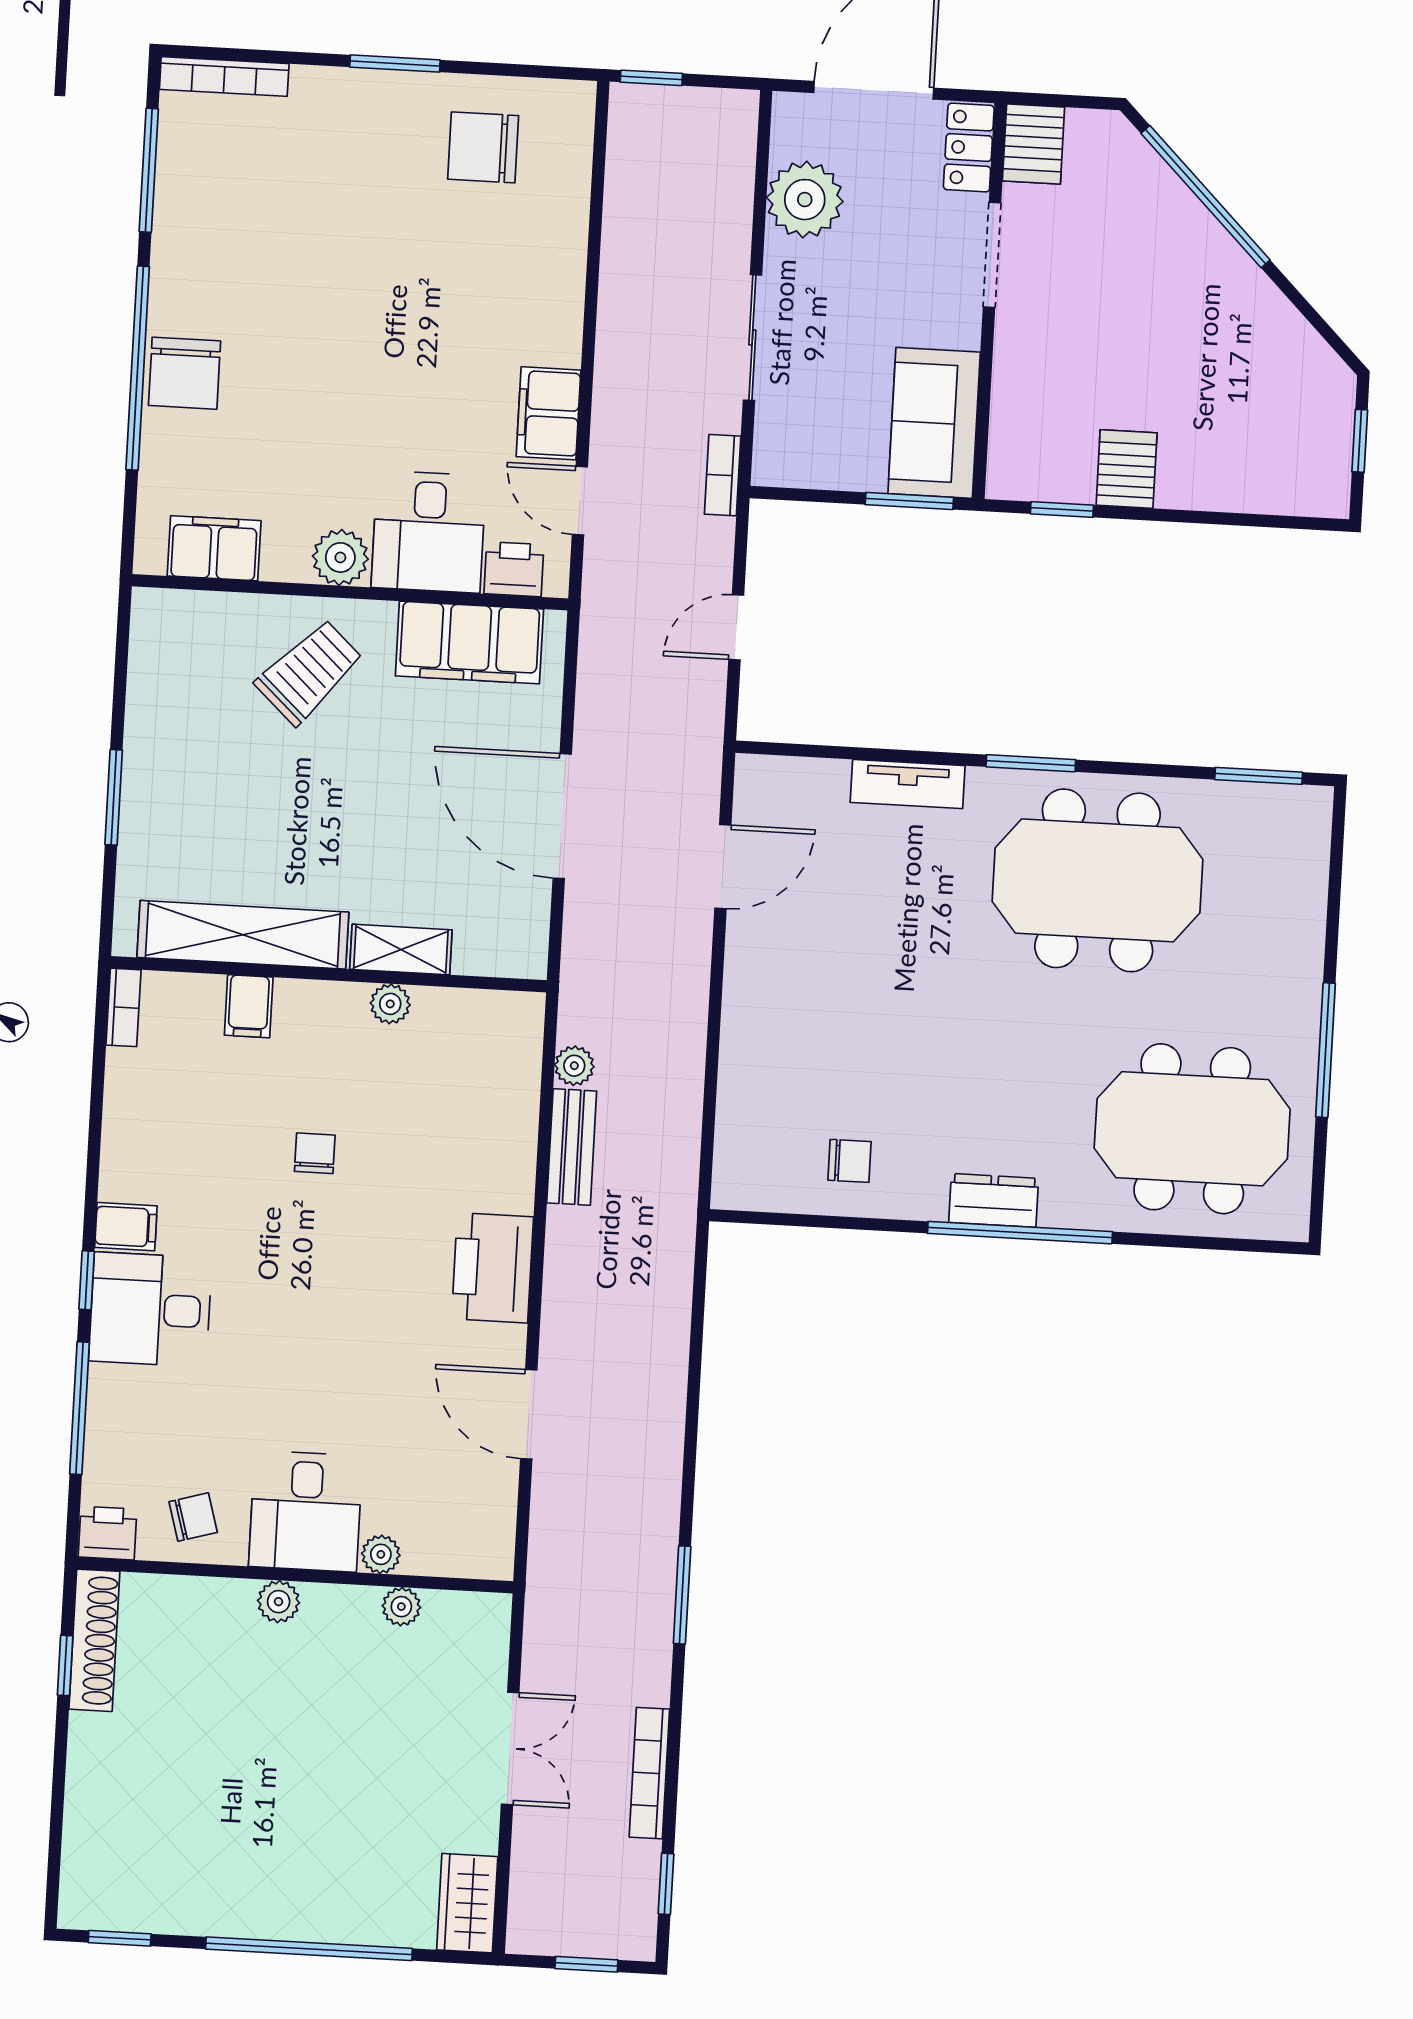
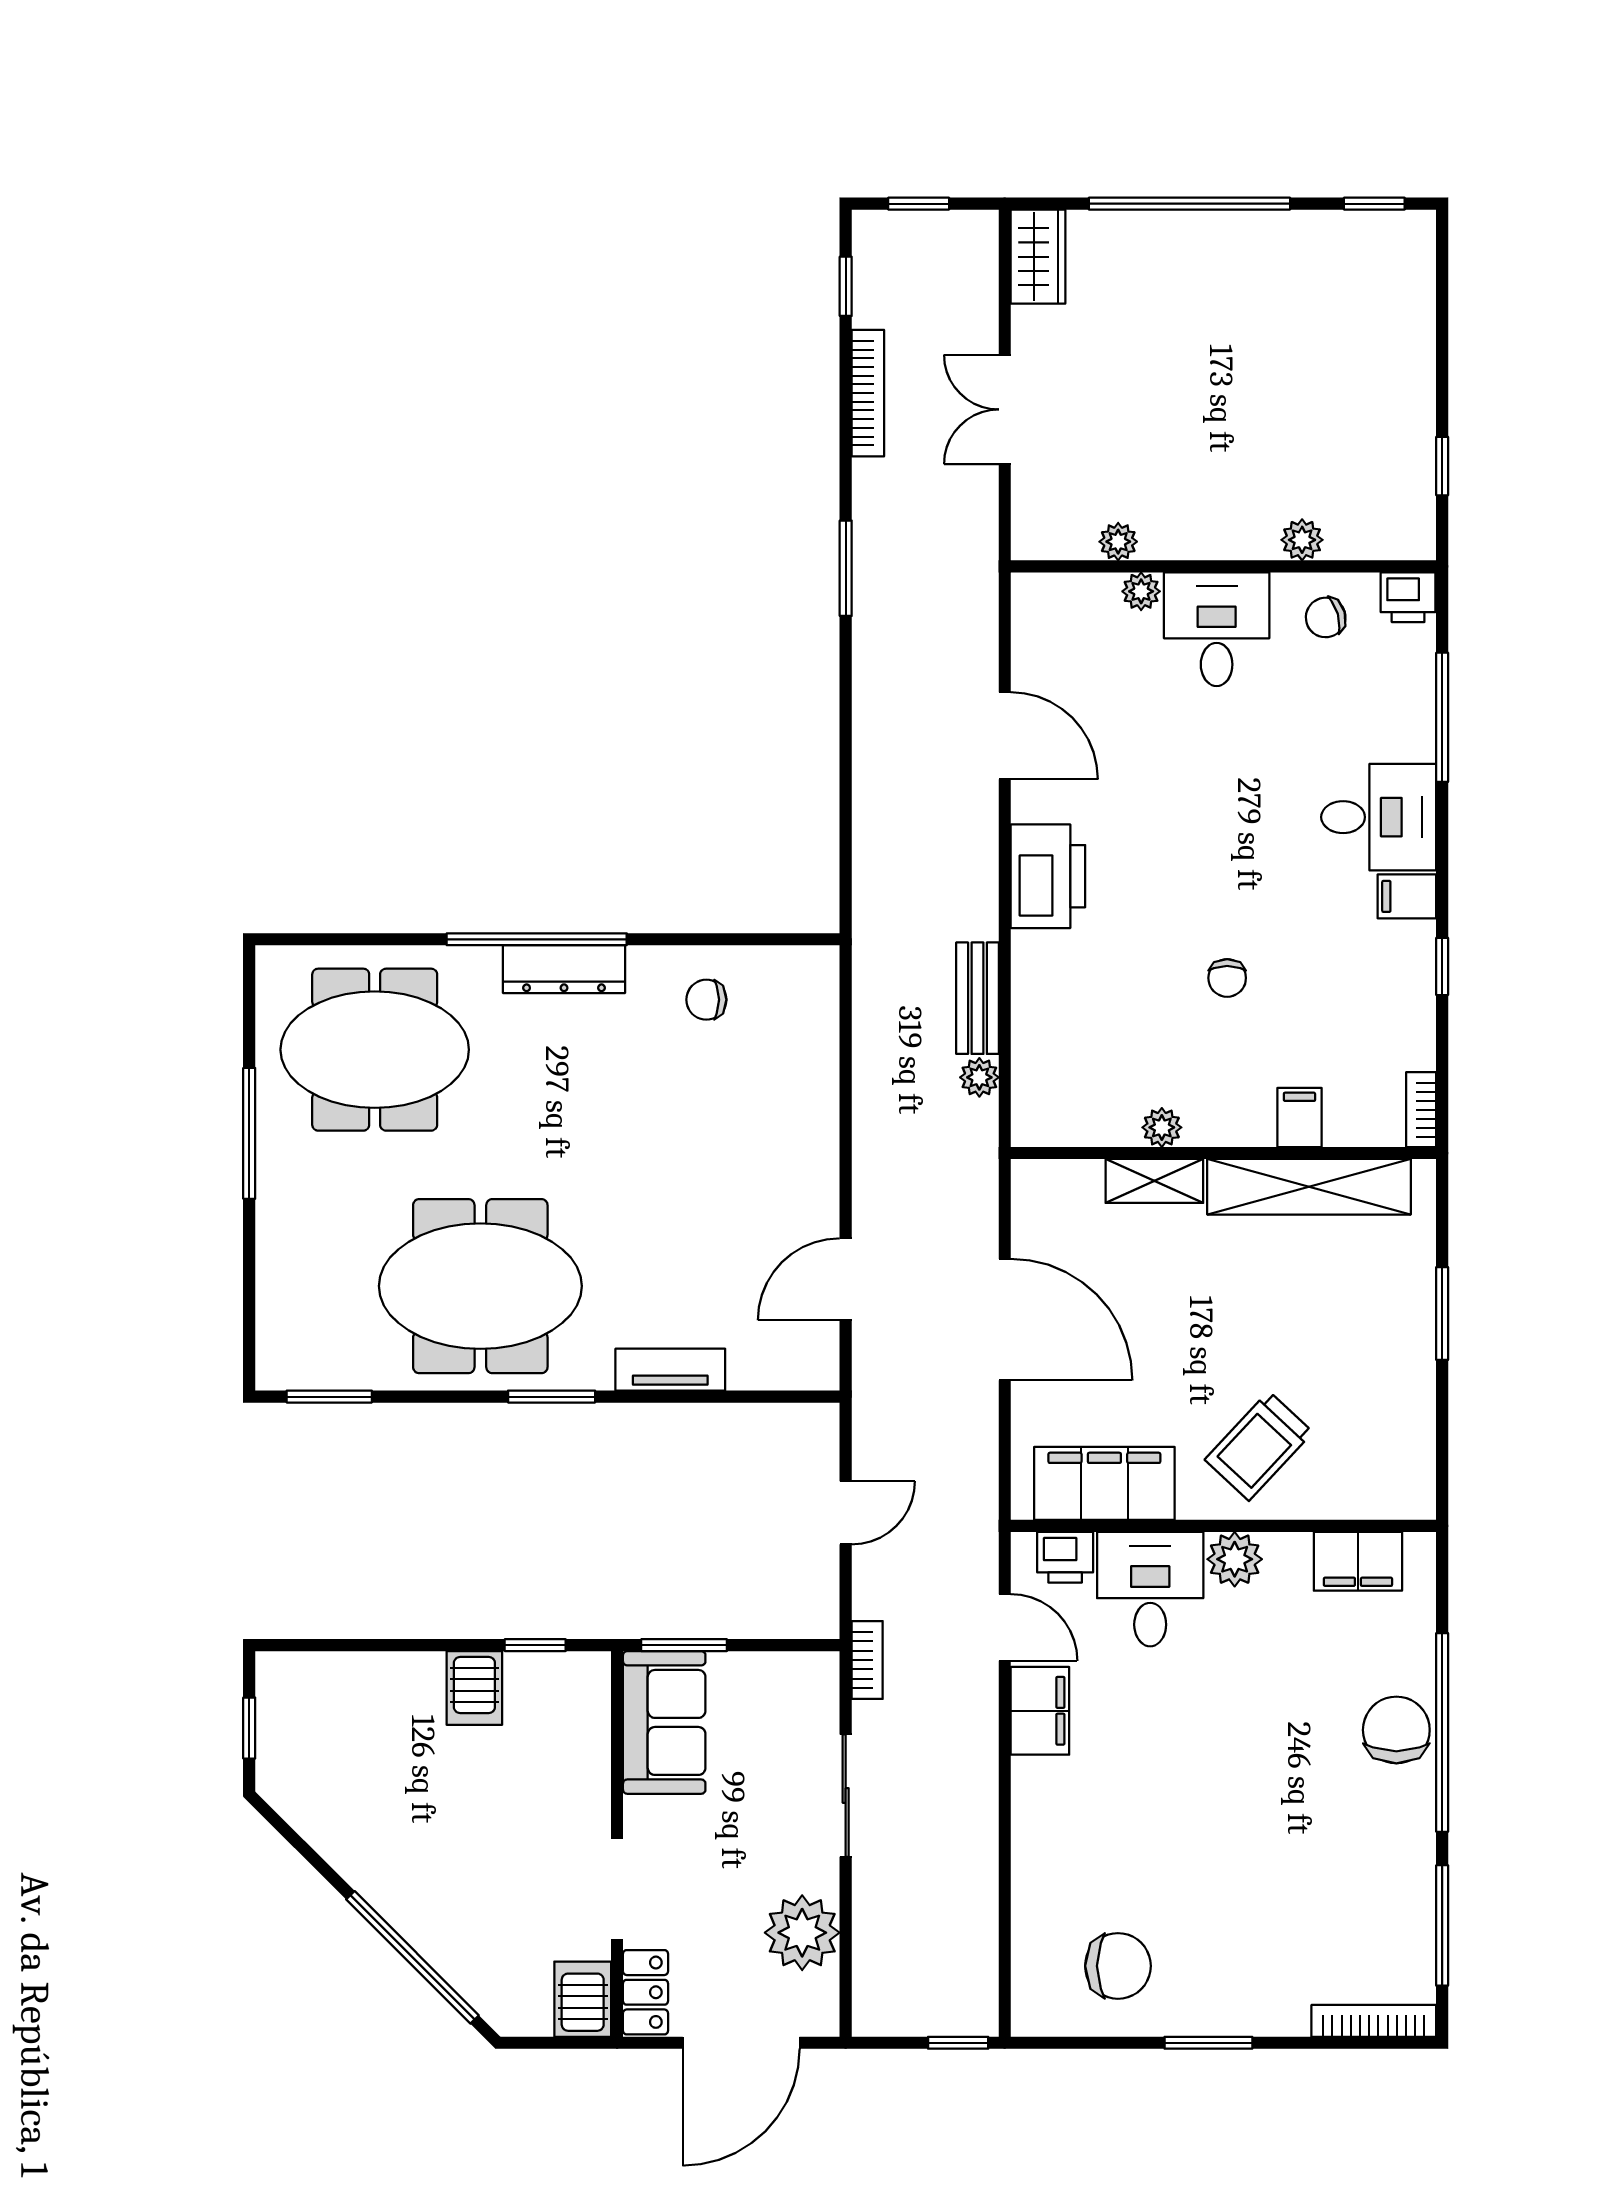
dresser: (994, 1200) -> (564, 969), width x1.44
window: (87, 1280) -> (1442, 966), moved
plant: (279, 1602) -> (1302, 540), moved
shoe rack: (94, 1640) -> (1415, 492), removed

